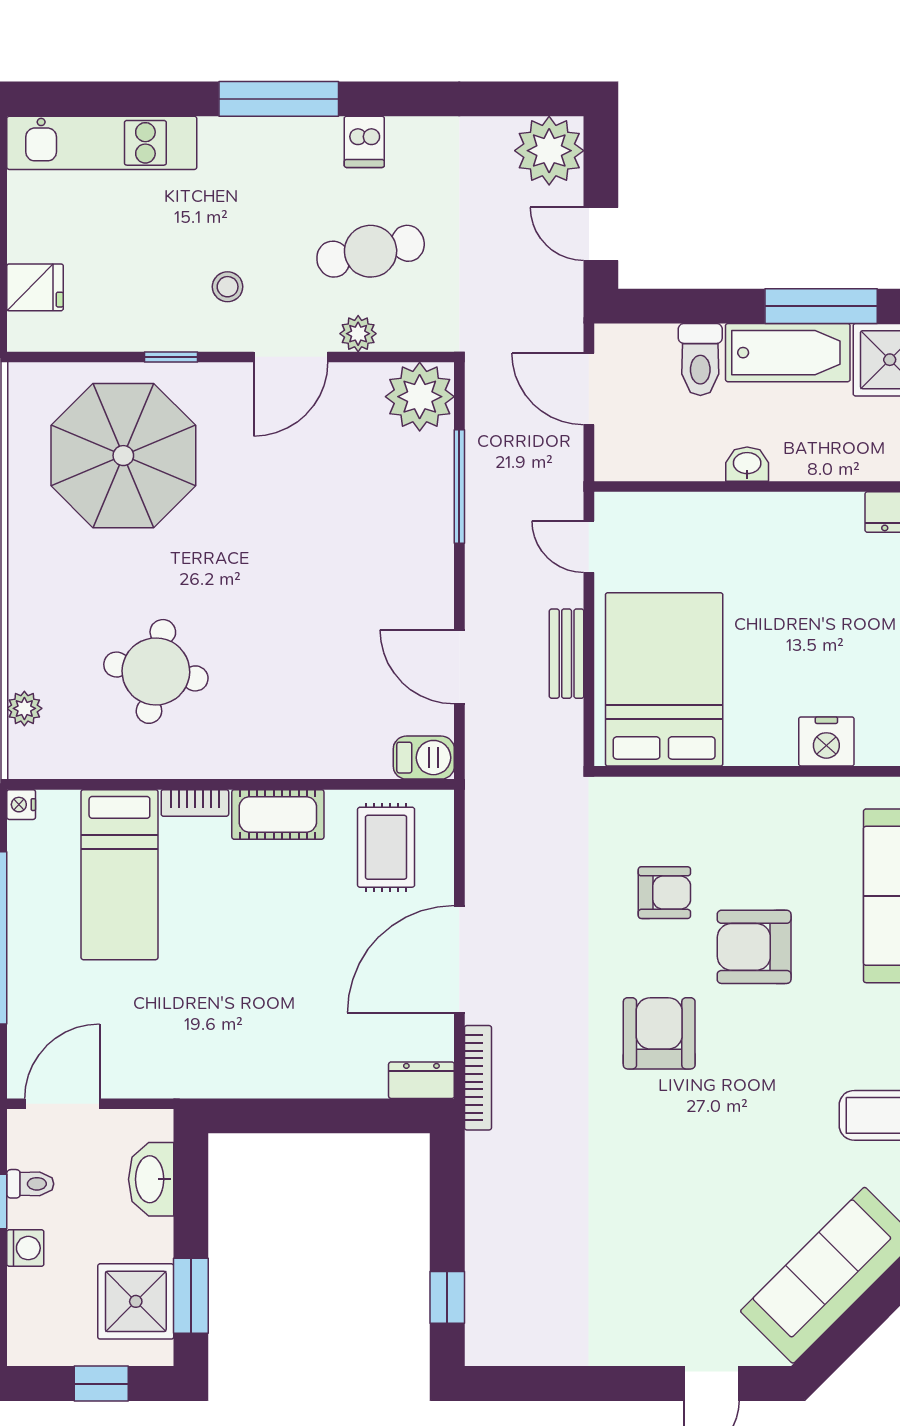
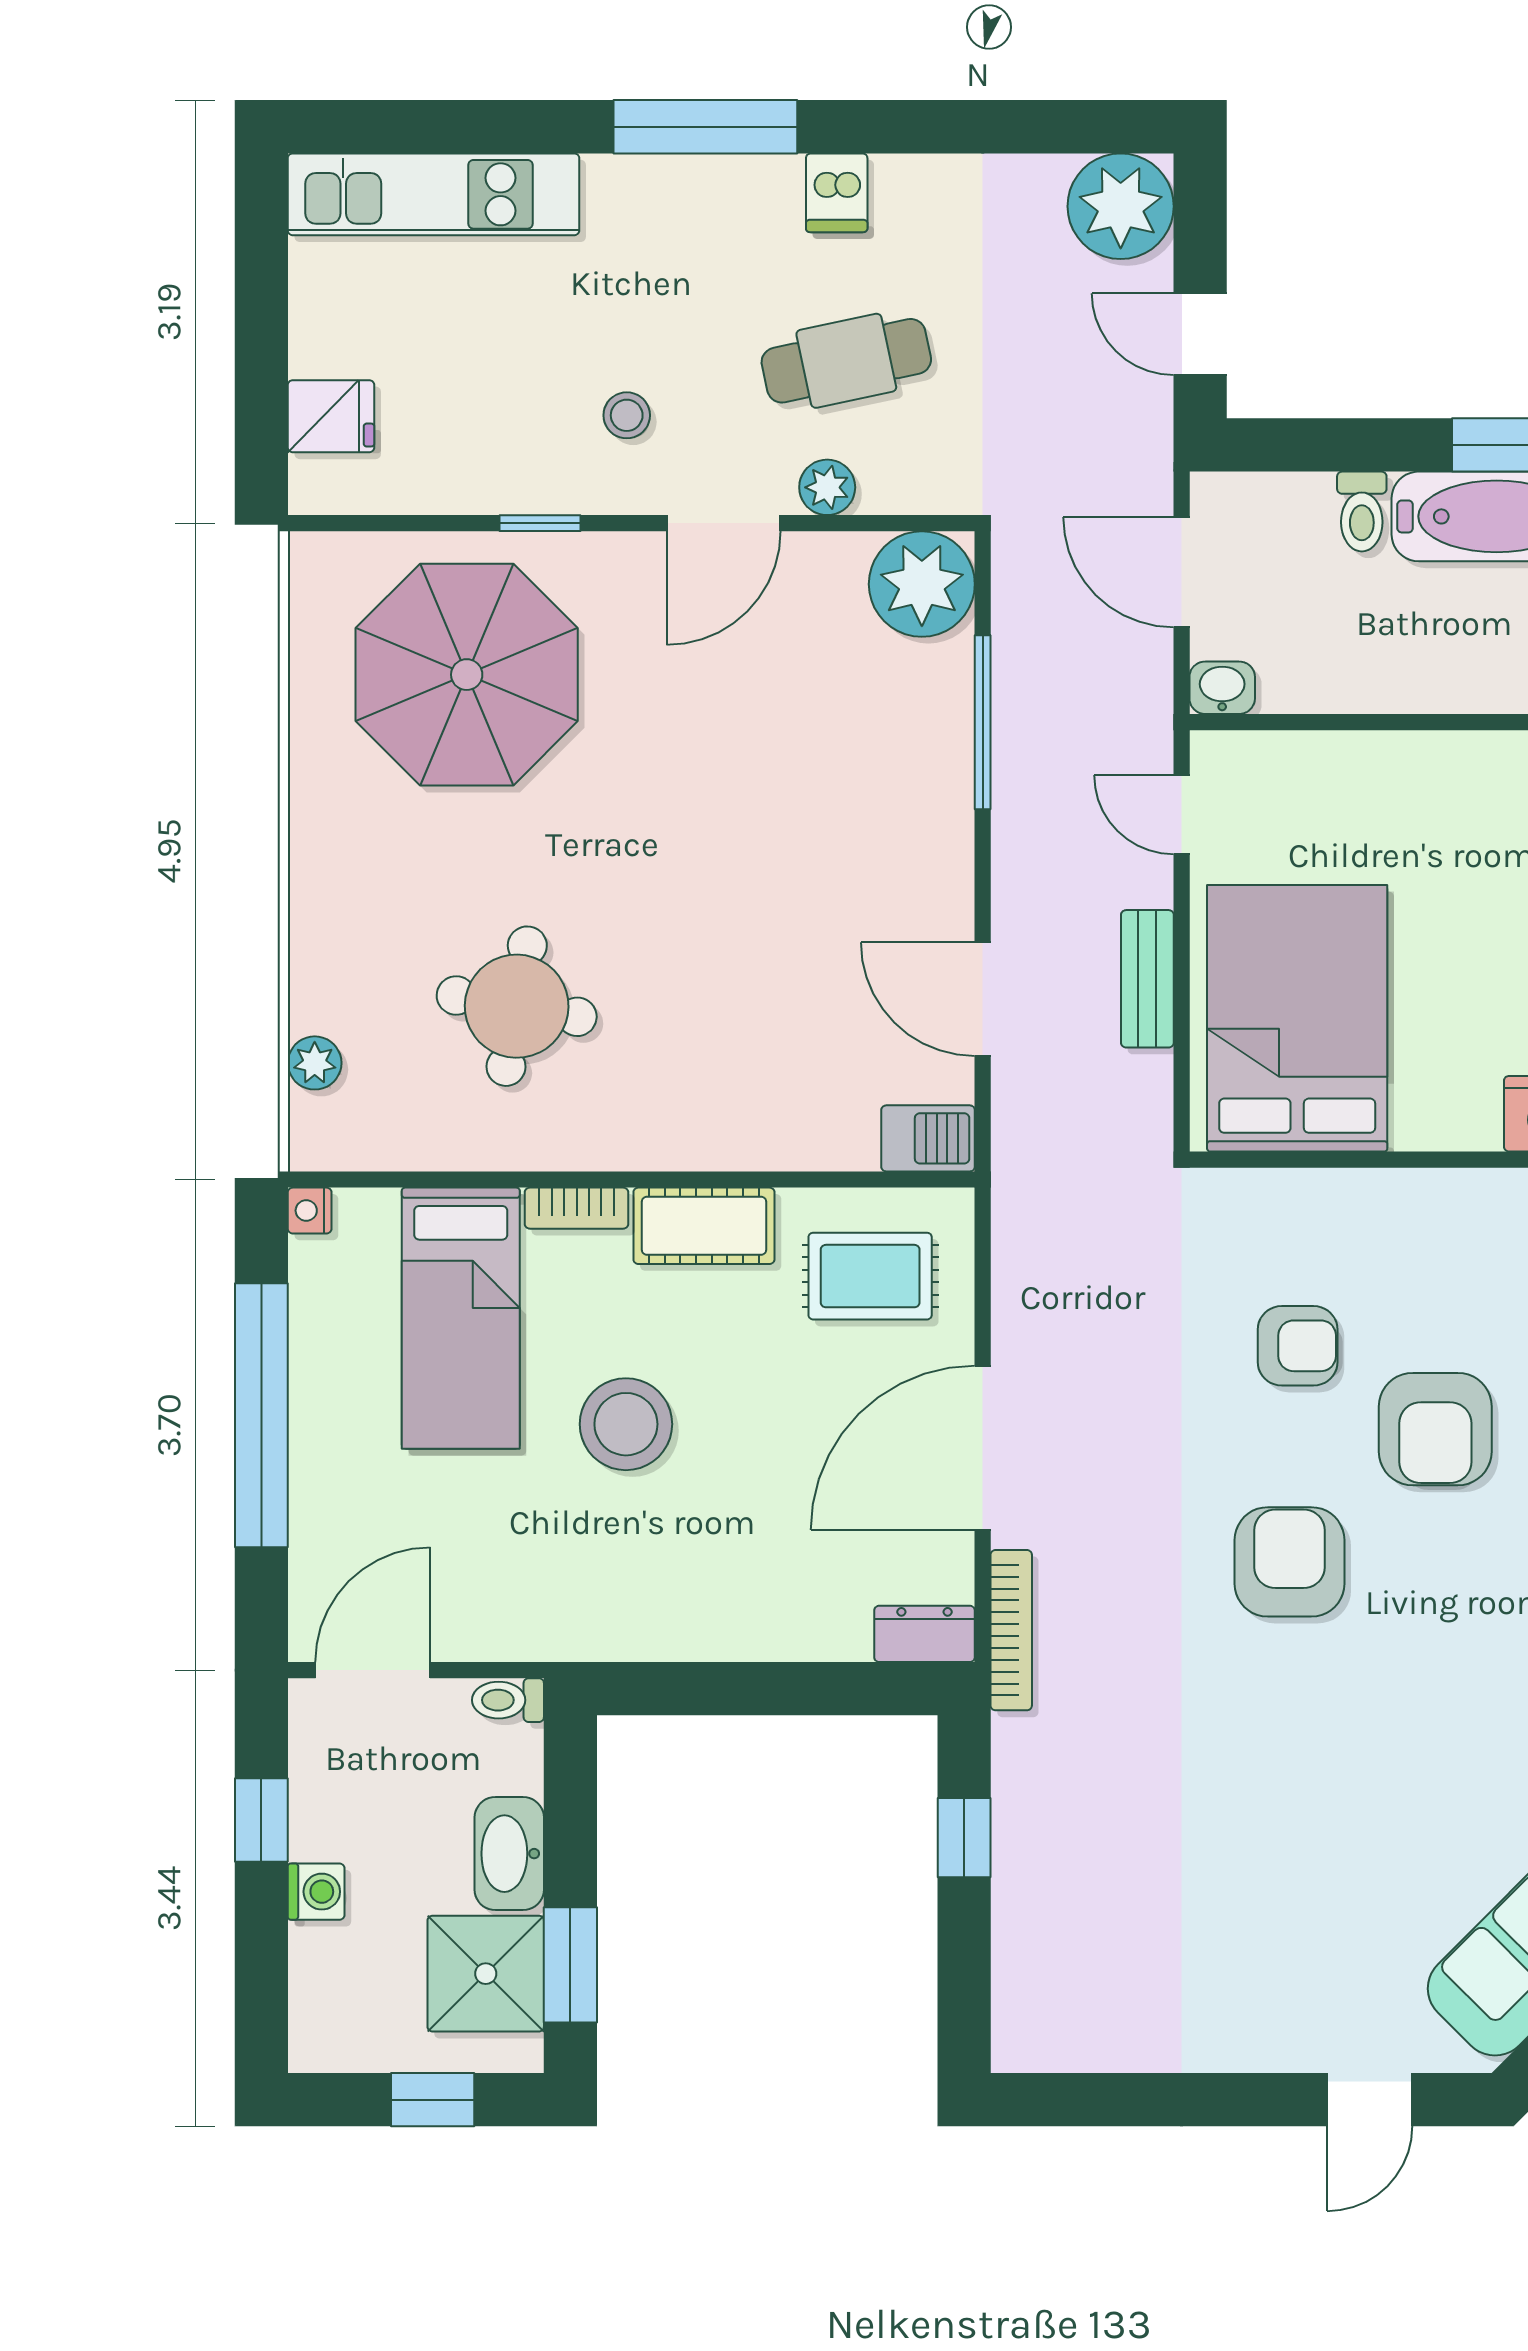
toilet: (700, 359) -> (1362, 512), width x0.73, depth x0.72
washbasin: (747, 464) -> (1222, 688), moved
rug: (386, 847) -> (870, 1276), turned 90
stool: (227, 944) -> (626, 1424), added
armchair: (754, 947) -> (1435, 1429), turned -90
washbasin: (151, 1179) -> (509, 1854), moved
toilet: (30, 1184) -> (508, 1700), moved, turned 180
window: (447, 1297) -> (964, 1838), moved

